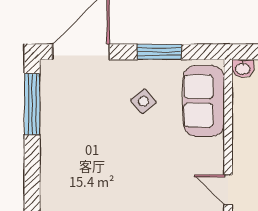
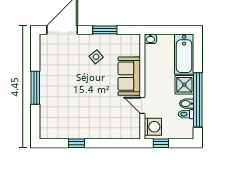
sofa: (204, 101) -> (129, 76), moved
window: (32, 104) -> (35, 88), moved

